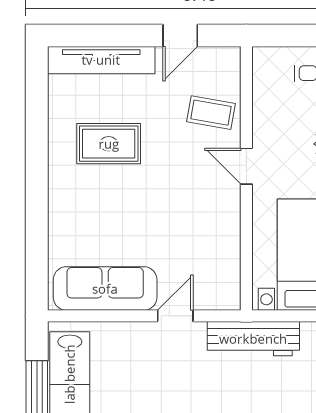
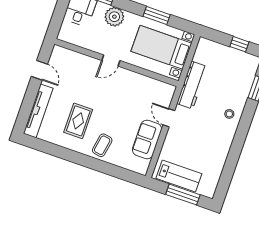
coffee table: (211, 113) -> (102, 145), moved
sofa: (105, 289) -> (147, 140), width x0.73

